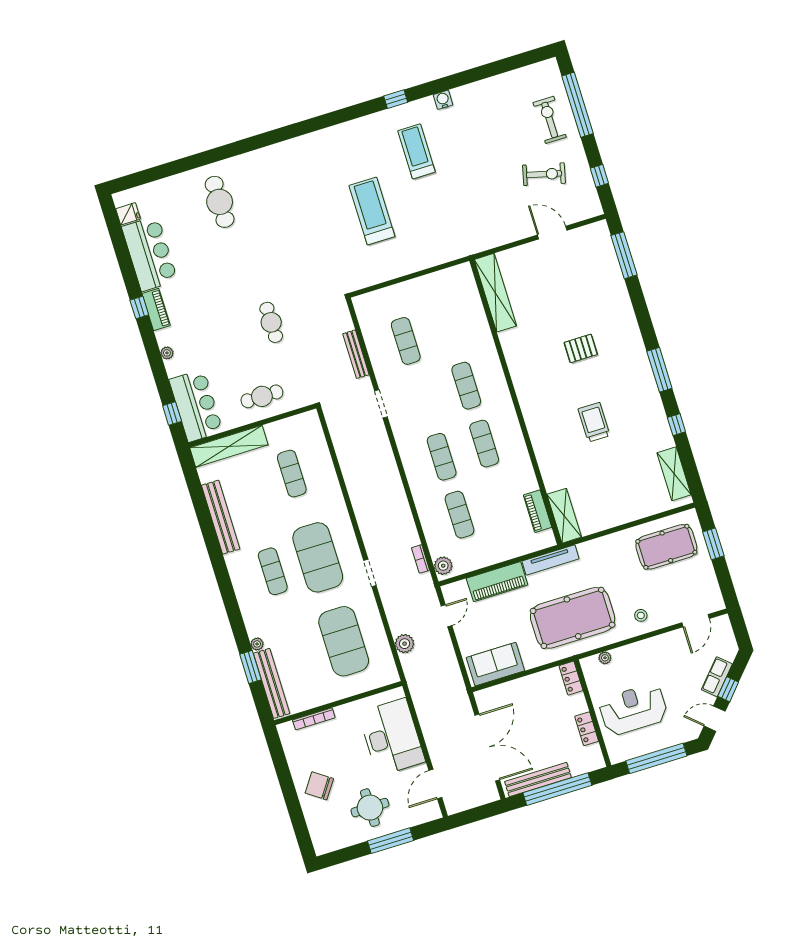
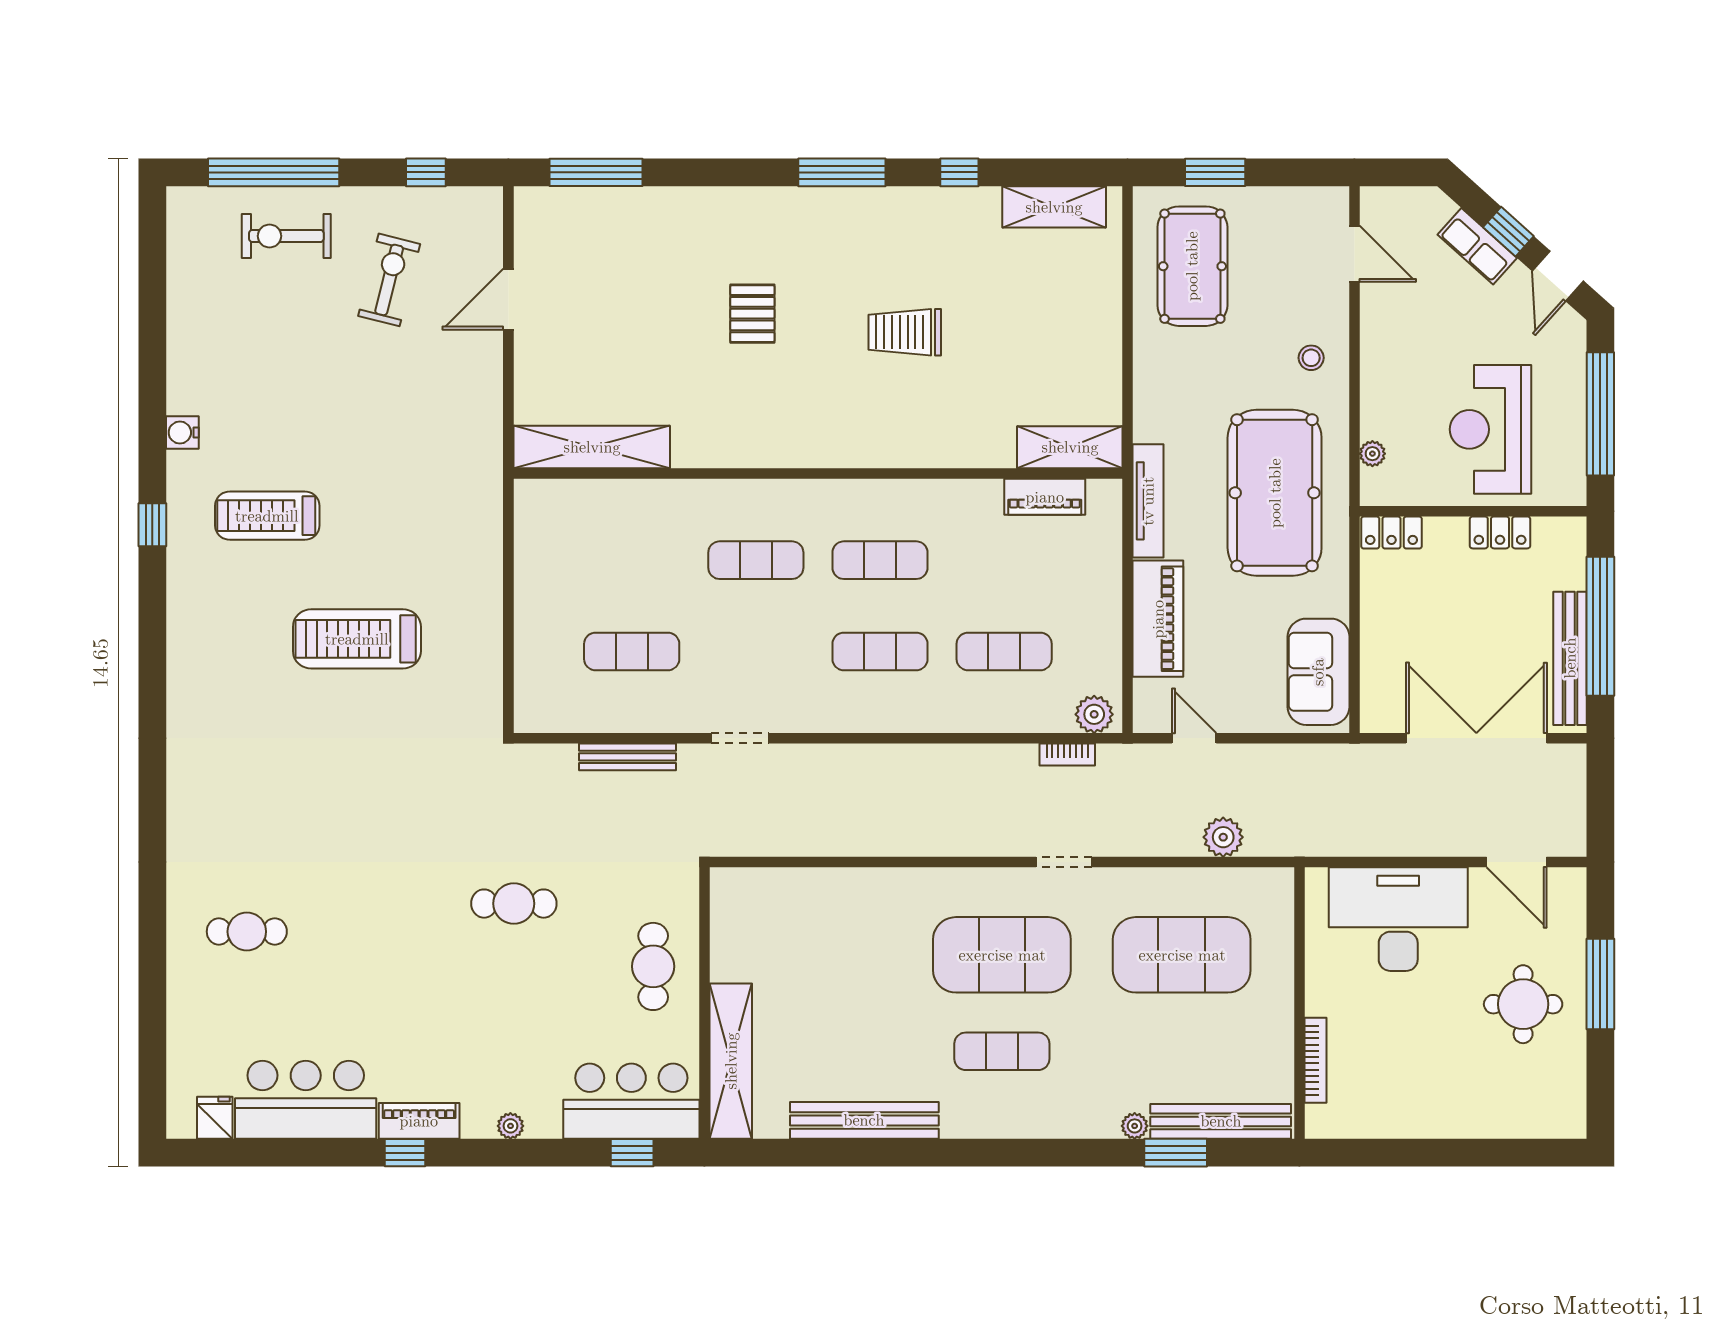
cafe table: (220, 202) -> (247, 932), width x0.73, depth x0.74
exercise mat: (292, 474) -> (822, 955), removed
chair: (319, 786) -> (1450, 1090), removed

